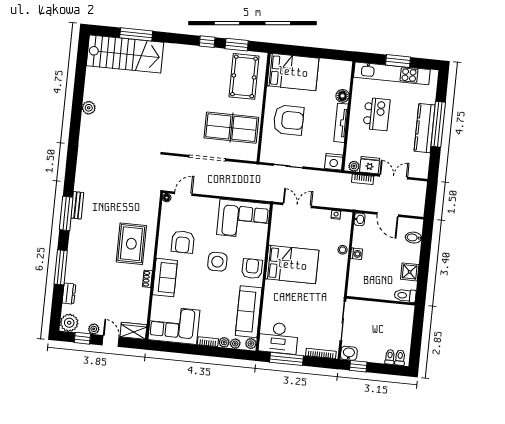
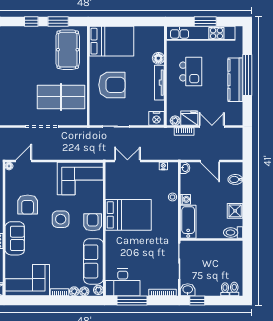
bathtub: (357, 279) -> (188, 222), added

